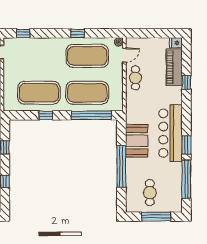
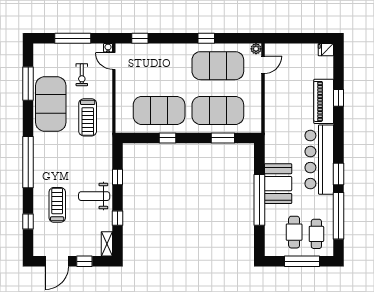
piano: (174, 67) -> (324, 101), moved
cafe table: (135, 78) -> (316, 234), moved
window: (91, 115) -> (223, 138), width x0.47
booth: (137, 141) -> (278, 184), moved

